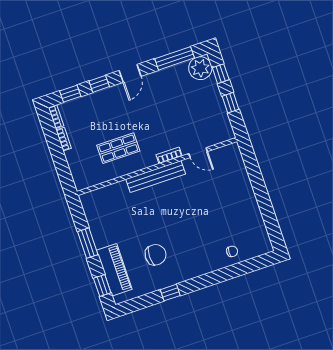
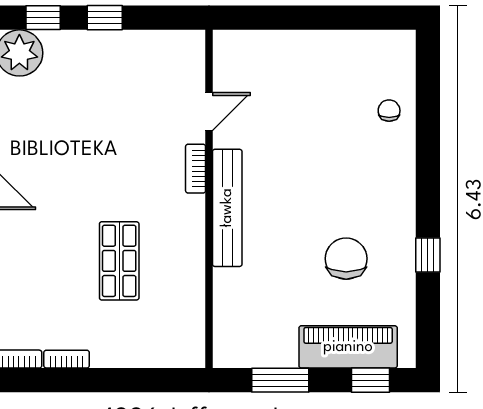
door: (198, 153) -> (209, 111), moved
bookcase: (169, 155) -> (196, 169), moved
wall: (157, 167) -> (209, 199), moved
bench: (156, 176) -> (227, 208), moved

